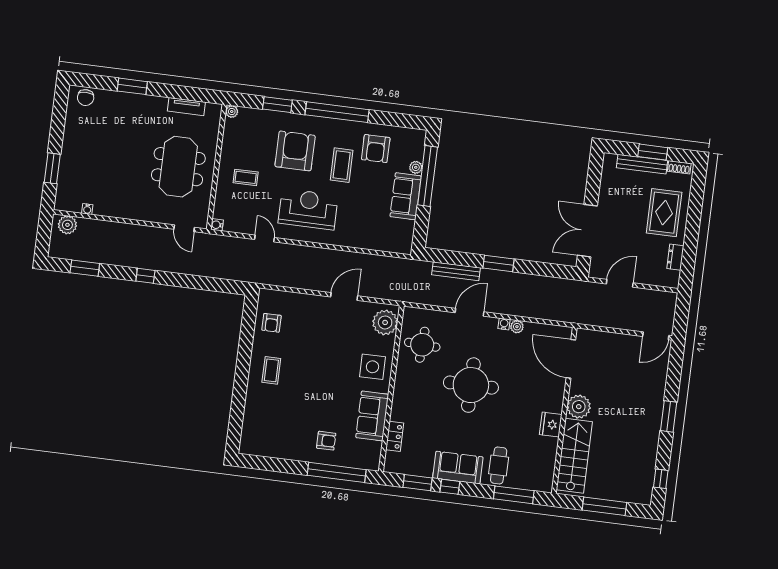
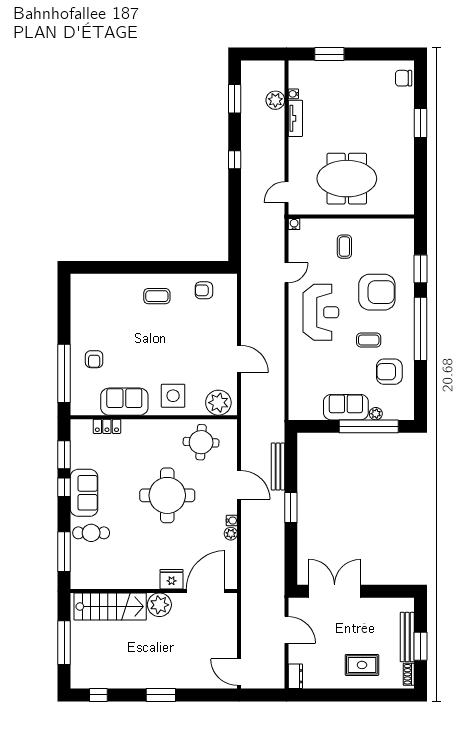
tv unit: (186, 107) -> (295, 118), moved, turned 180
plant: (232, 112) -> (408, 225), removed
coffee table: (342, 165) -> (369, 340), width x0.73, depth x0.77
rug: (664, 213) -> (362, 665), width x0.73, depth x0.70
plant: (67, 225) -> (275, 100), moved
dresser: (675, 257) -> (295, 676), moved, turned 90
fridge: (551, 425) -> (172, 579), moved

